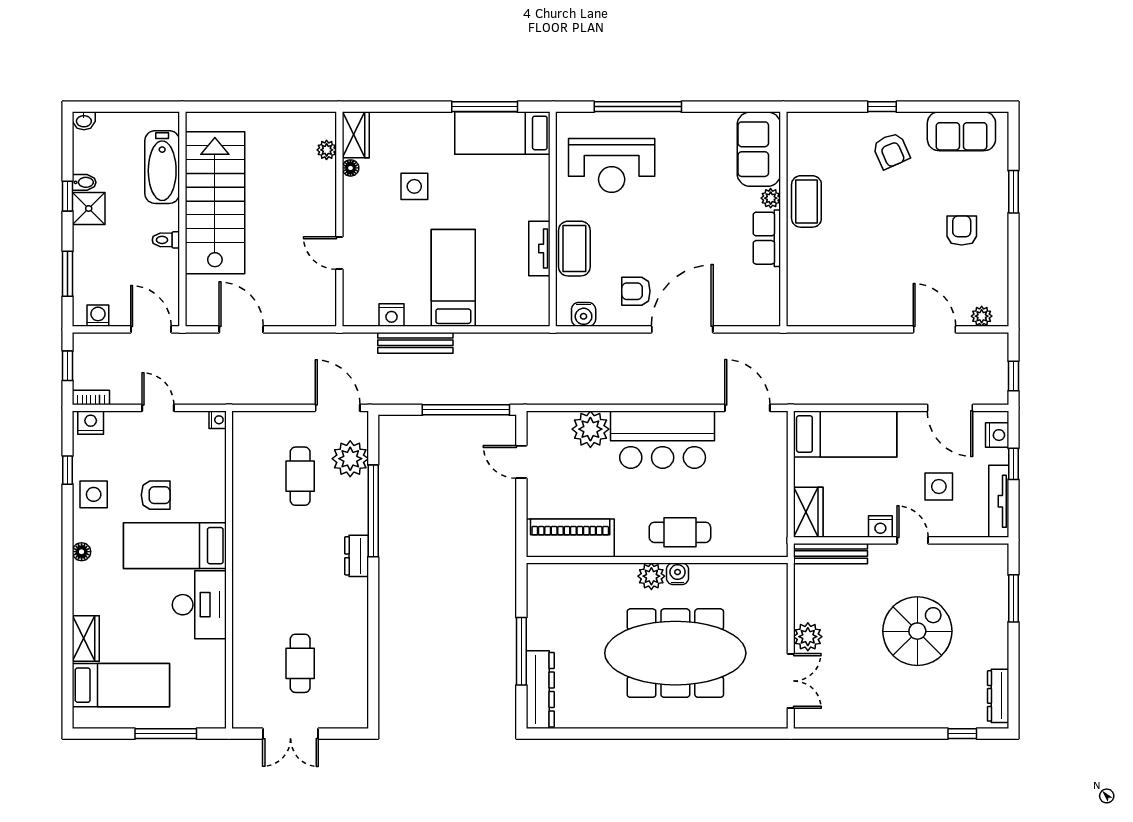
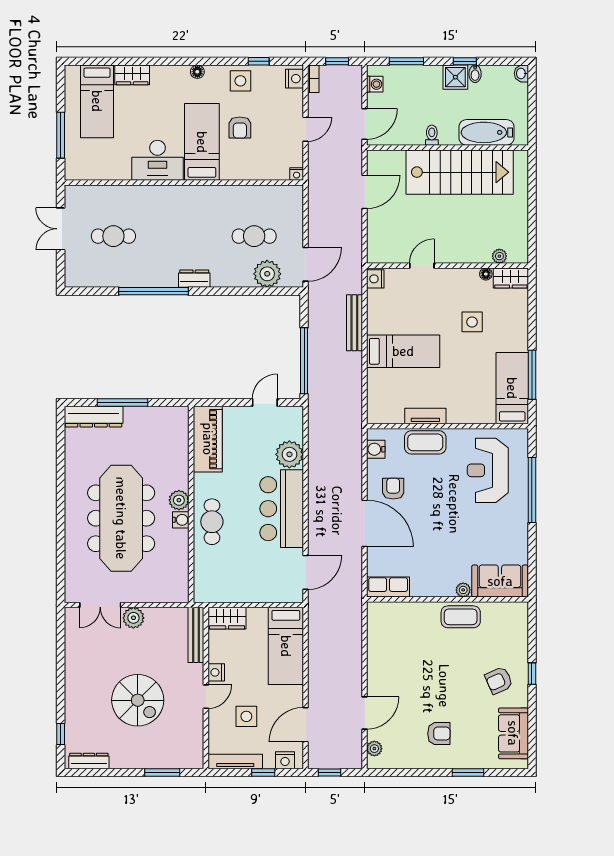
row of seats: (767, 238) -> (388, 587), moved
nightstand: (391, 315) -> (375, 279), moved
window: (373, 511) -> (153, 291), moved

